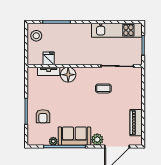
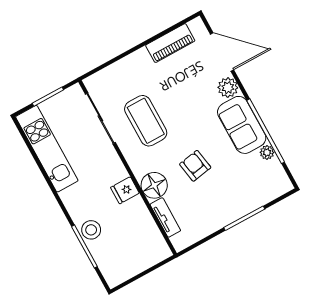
stool: (36, 36) -> (91, 230), moved
fridge: (49, 58) -> (125, 190), moved
coffee table: (103, 88) -> (146, 121), width x1.86, depth x1.72
armchair: (43, 116) -> (195, 166), moved, turned -100

